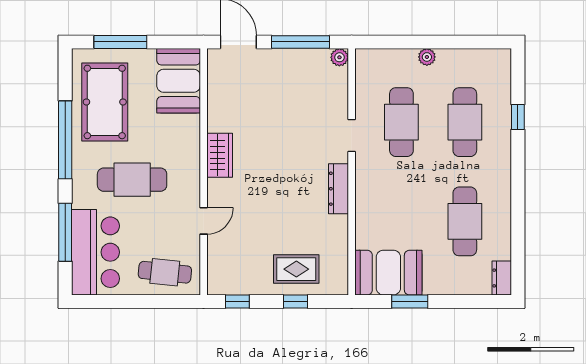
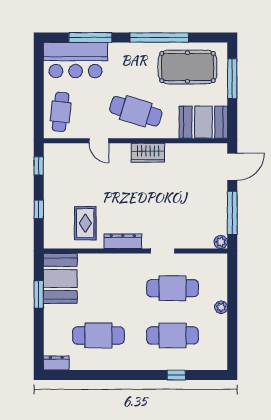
cafe table: (132, 180) -> (136, 111), moved, turned -73
rug: (296, 269) -> (85, 223), moved

